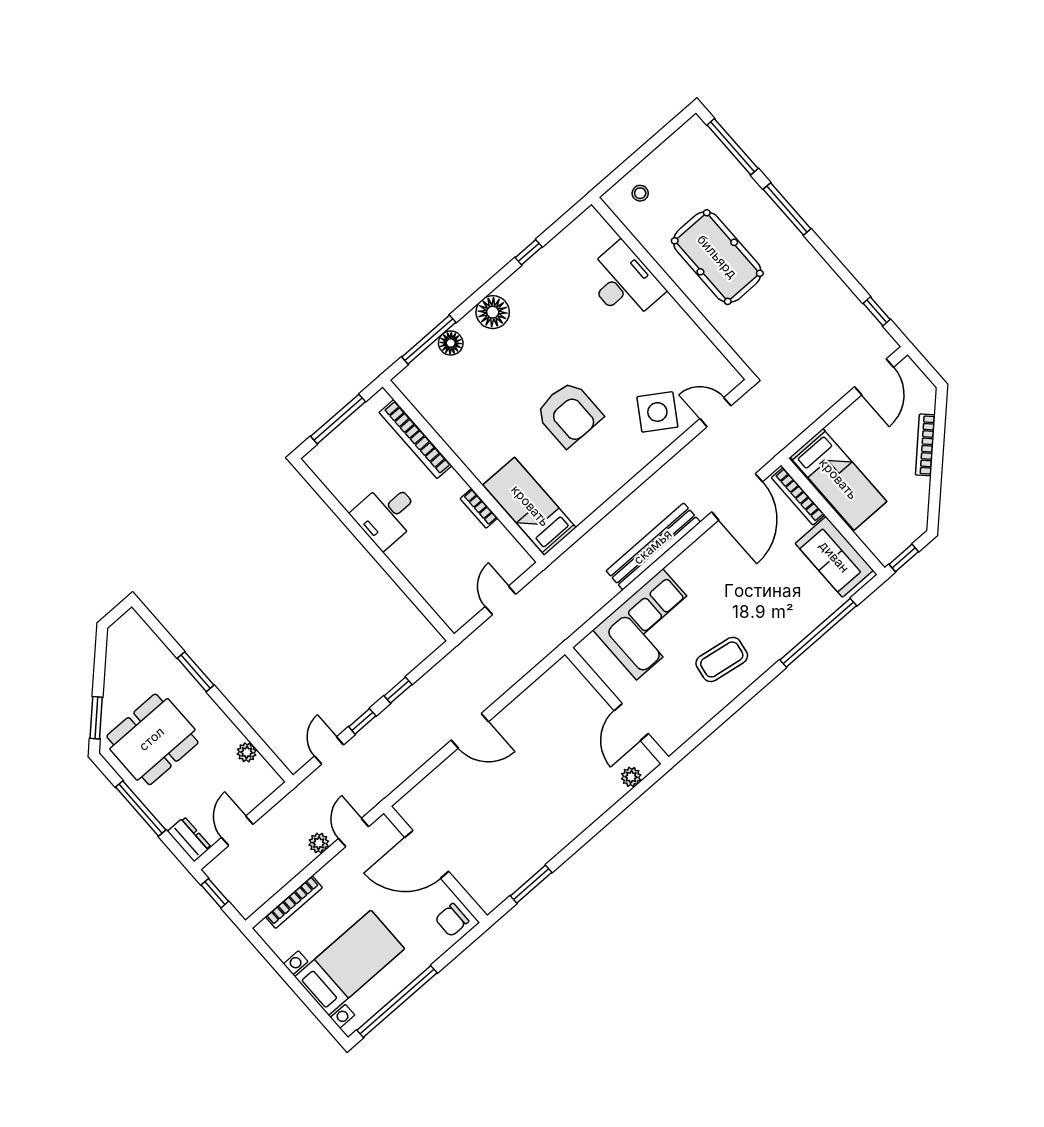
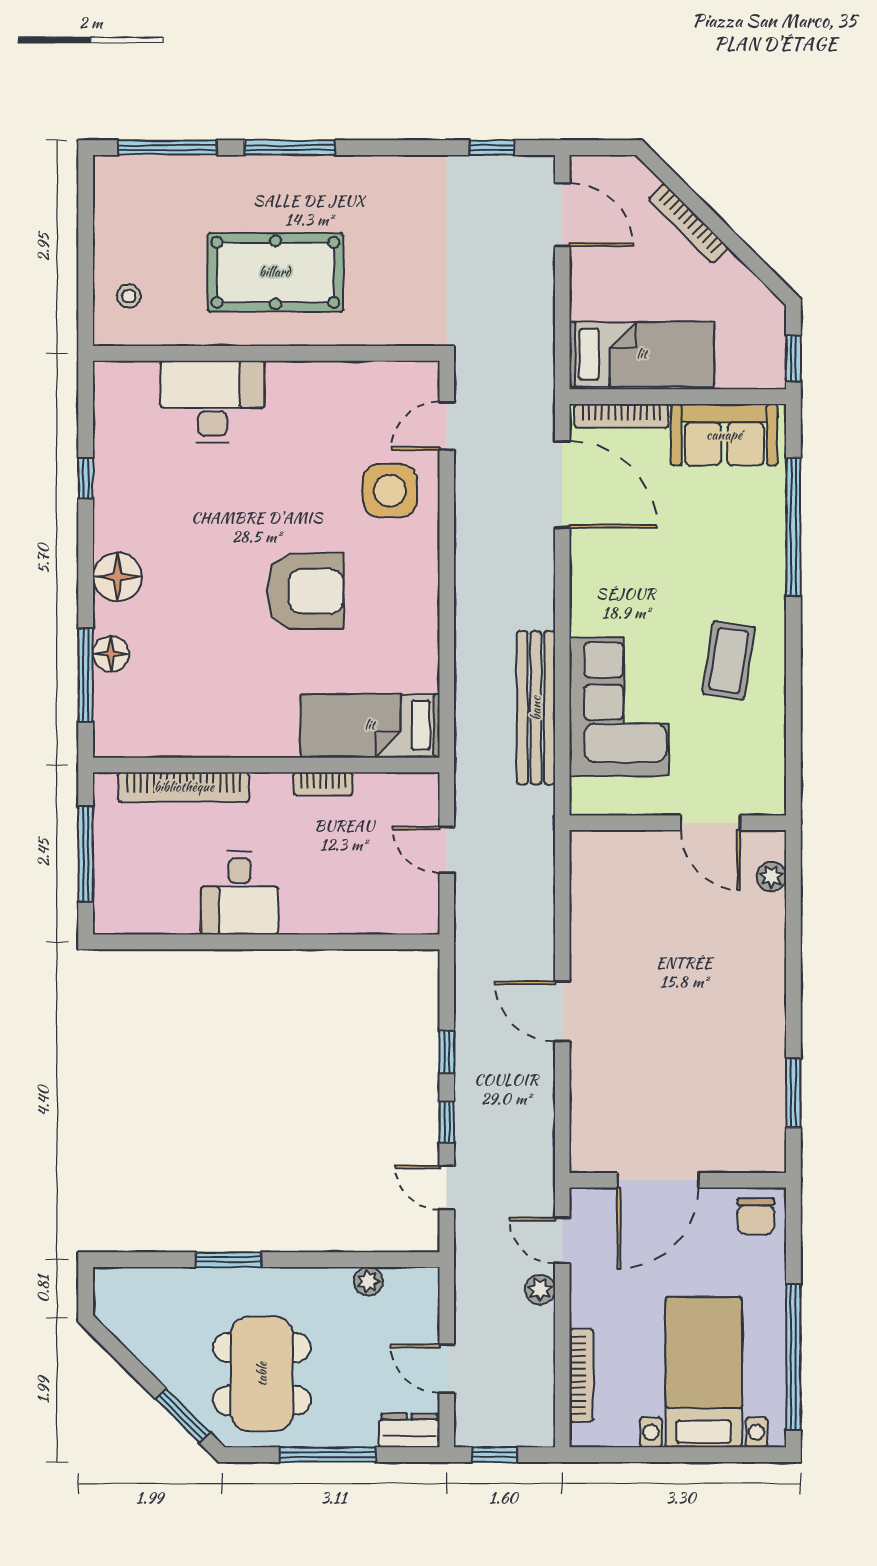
side table: (657, 412) -> (390, 491), turned -33
bench: (653, 547) -> (536, 708), moved
door: (470, 731) -> (562, 1011), swing flipped

